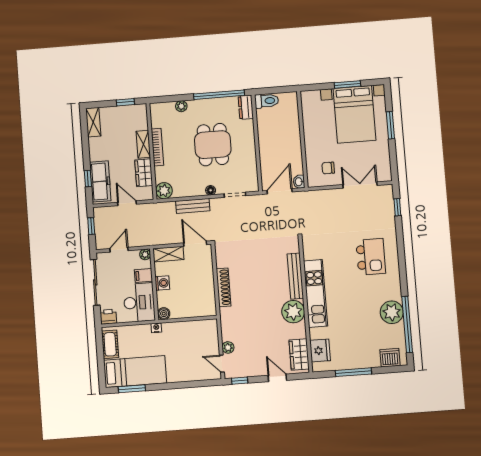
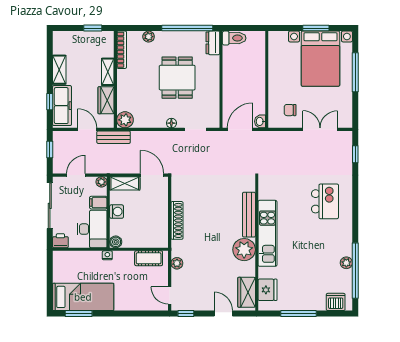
shelving: (93, 122) -> (59, 70), moved
window: (390, 125) -> (355, 72), width x1.44
bookcase: (157, 147) -> (122, 50), moved
bench: (193, 206) -> (114, 137), moved
plant: (392, 312) -> (346, 263), width x0.53, depth x0.53
cot: (110, 344) -> (149, 258), moved, turned 90
plant: (228, 347) -> (177, 263), moved

